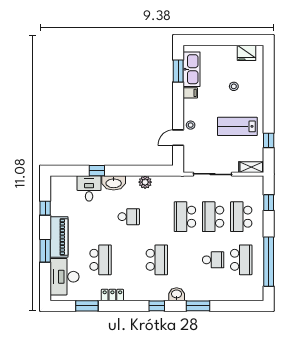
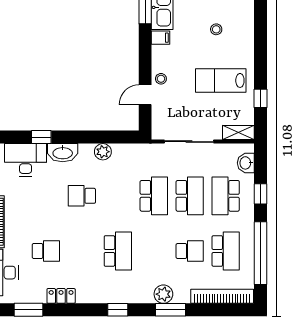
desk: (89, 188) -> (26, 160), width x1.37
window: (269, 203) -> (261, 194), moved
school desk: (129, 217) -> (82, 196), turned 180
school desk: (185, 217) -> (154, 196), turned 180
school desk: (213, 217) -> (190, 196), turned 180
school desk: (101, 260) -> (46, 251), width x0.54
washbasin: (177, 294) -> (246, 163), moved, turned -90
plant: (193, 294) -> (163, 294), added
bookcase: (238, 295) -> (222, 296), added

